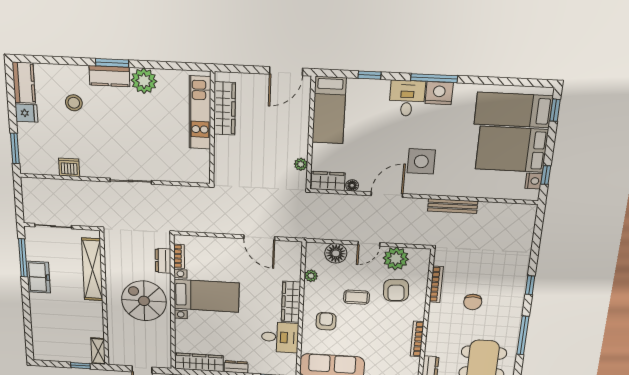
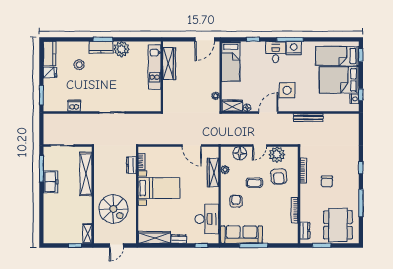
spiral stairs: (144, 301) -> (113, 209), moved, turned 180
wardrobe: (291, 302) -> (213, 173), moved
desk: (280, 337) -> (207, 219), width x1.37

